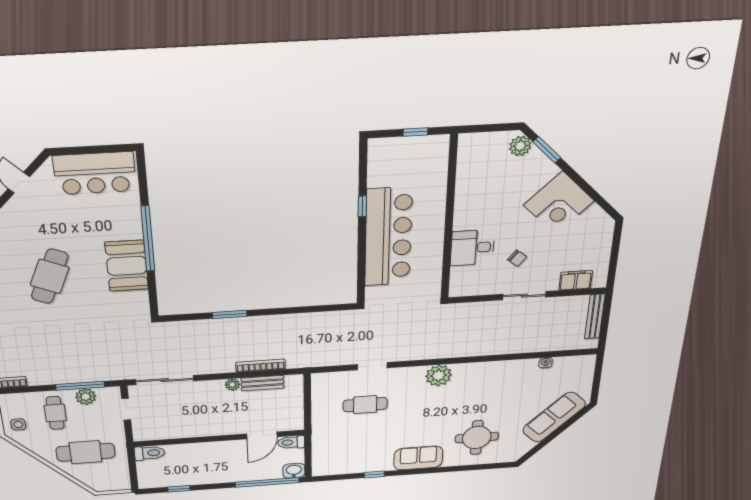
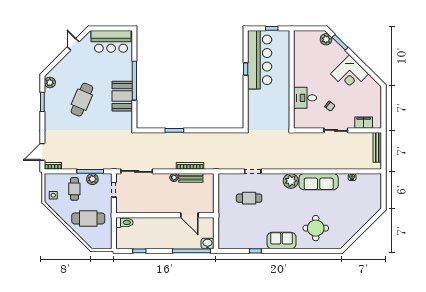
bar counter: (388, 237) -> (260, 60), moved
sofa: (554, 417) -> (319, 182), moved, turned -135
door: (262, 435) -> (189, 215), hinge flipped
toilet: (291, 442) -> (206, 222), removed

